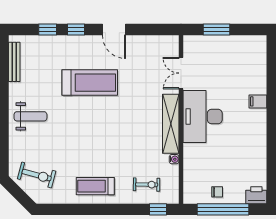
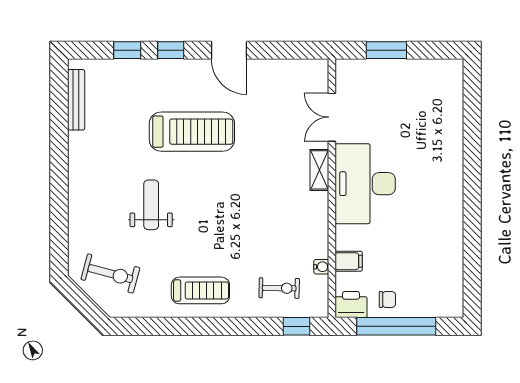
filing cabinet: (258, 101) -> (349, 261), moved, turned 180
weight bench: (30, 116) -> (151, 205), moved, turned -90
shelving: (171, 124) -> (319, 170), width x0.45, depth x0.75
water cooler: (174, 159) -> (321, 267), moved
treadmill: (95, 186) -> (200, 290), turned 180
printer: (256, 195) -> (351, 305), moved

